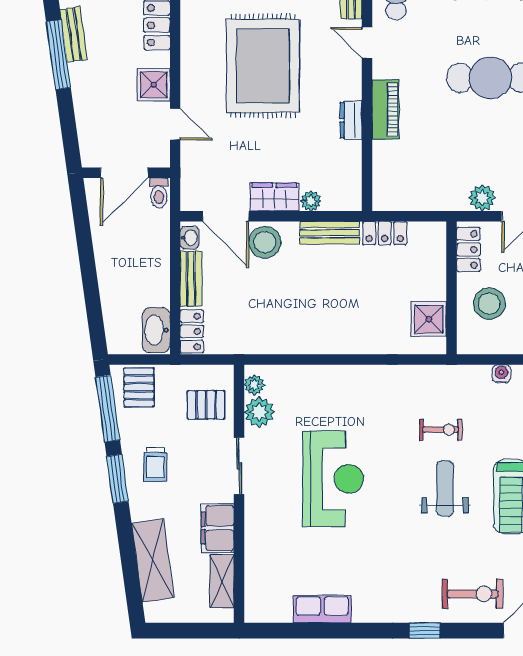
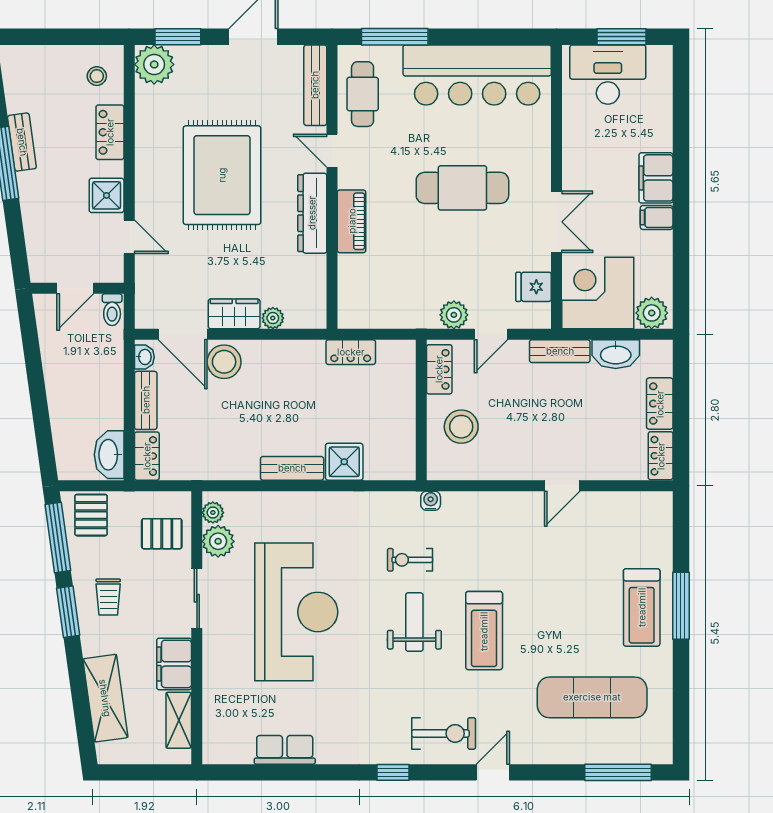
dresser: (351, 120) -> (312, 213), width x1.96, depth x1.24
door: (124, 173) -> (75, 288), width x0.73
bench: (330, 233) -> (292, 468), moved
shower: (429, 319) -> (344, 462), moved
water cooler: (501, 374) -> (431, 501), moved
exercise bike: (441, 430) -> (410, 560), turned 180
reception desk: (333, 479) -> (296, 612), width x1.36, depth x1.30

